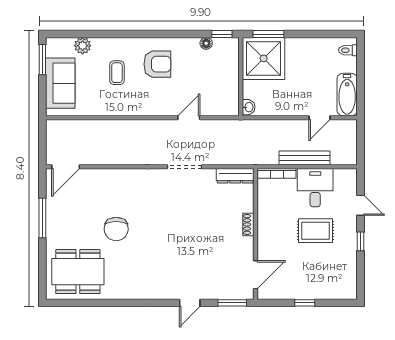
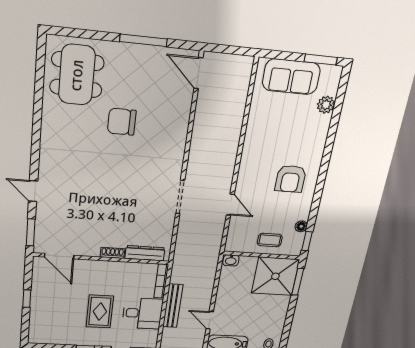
coffee table: (117, 73) -> (270, 240), moved
dresser: (235, 176) -> (145, 253), moved, turned 90

